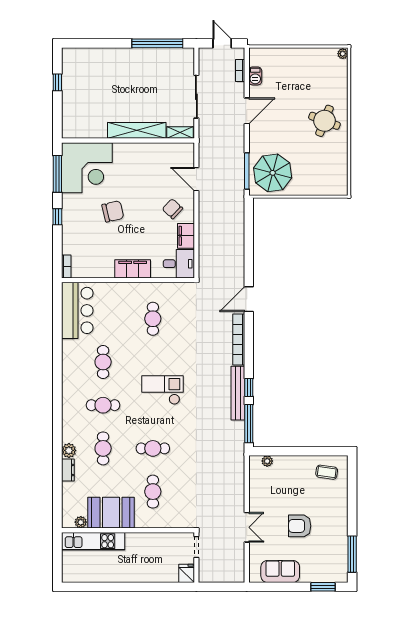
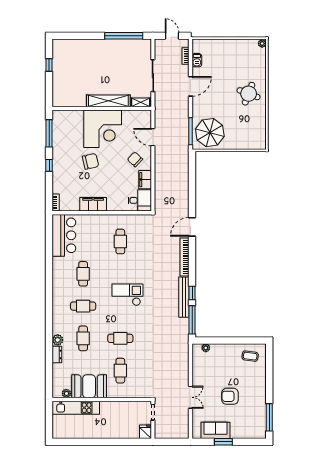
corner desk: (87, 168) -> (103, 129), moved
filing cabinet: (133, 269) -> (93, 204), moved
window: (323, 587) -> (223, 442), moved

